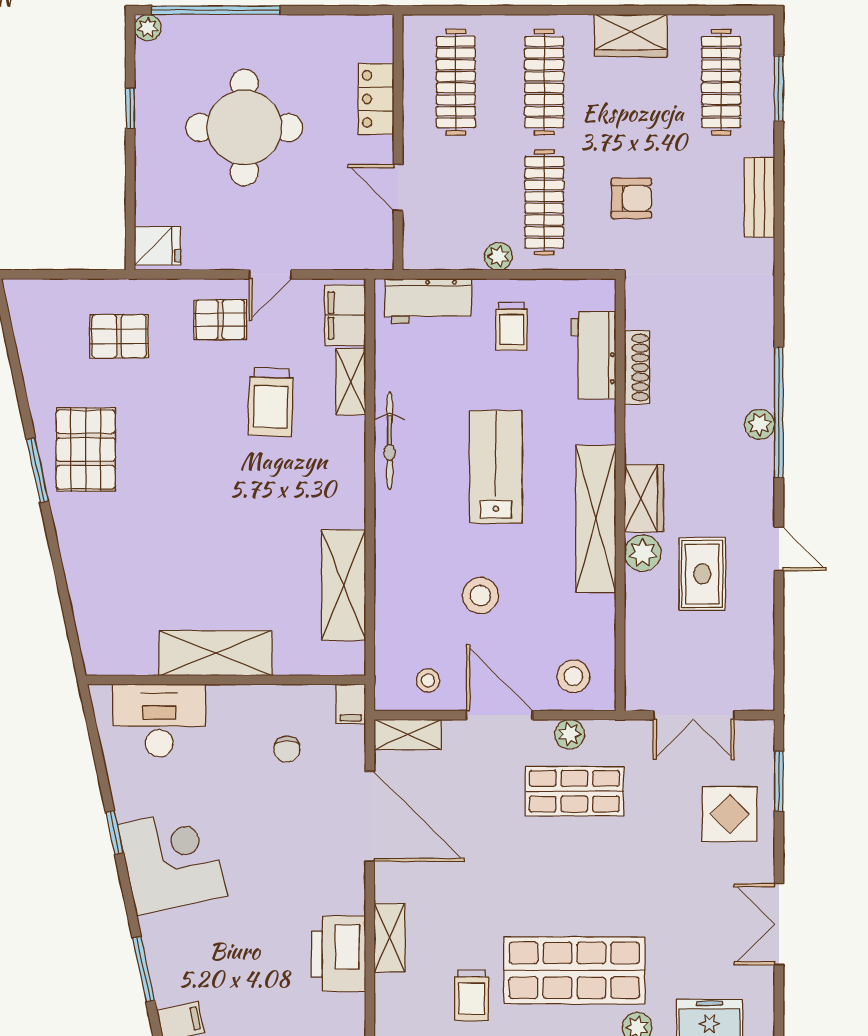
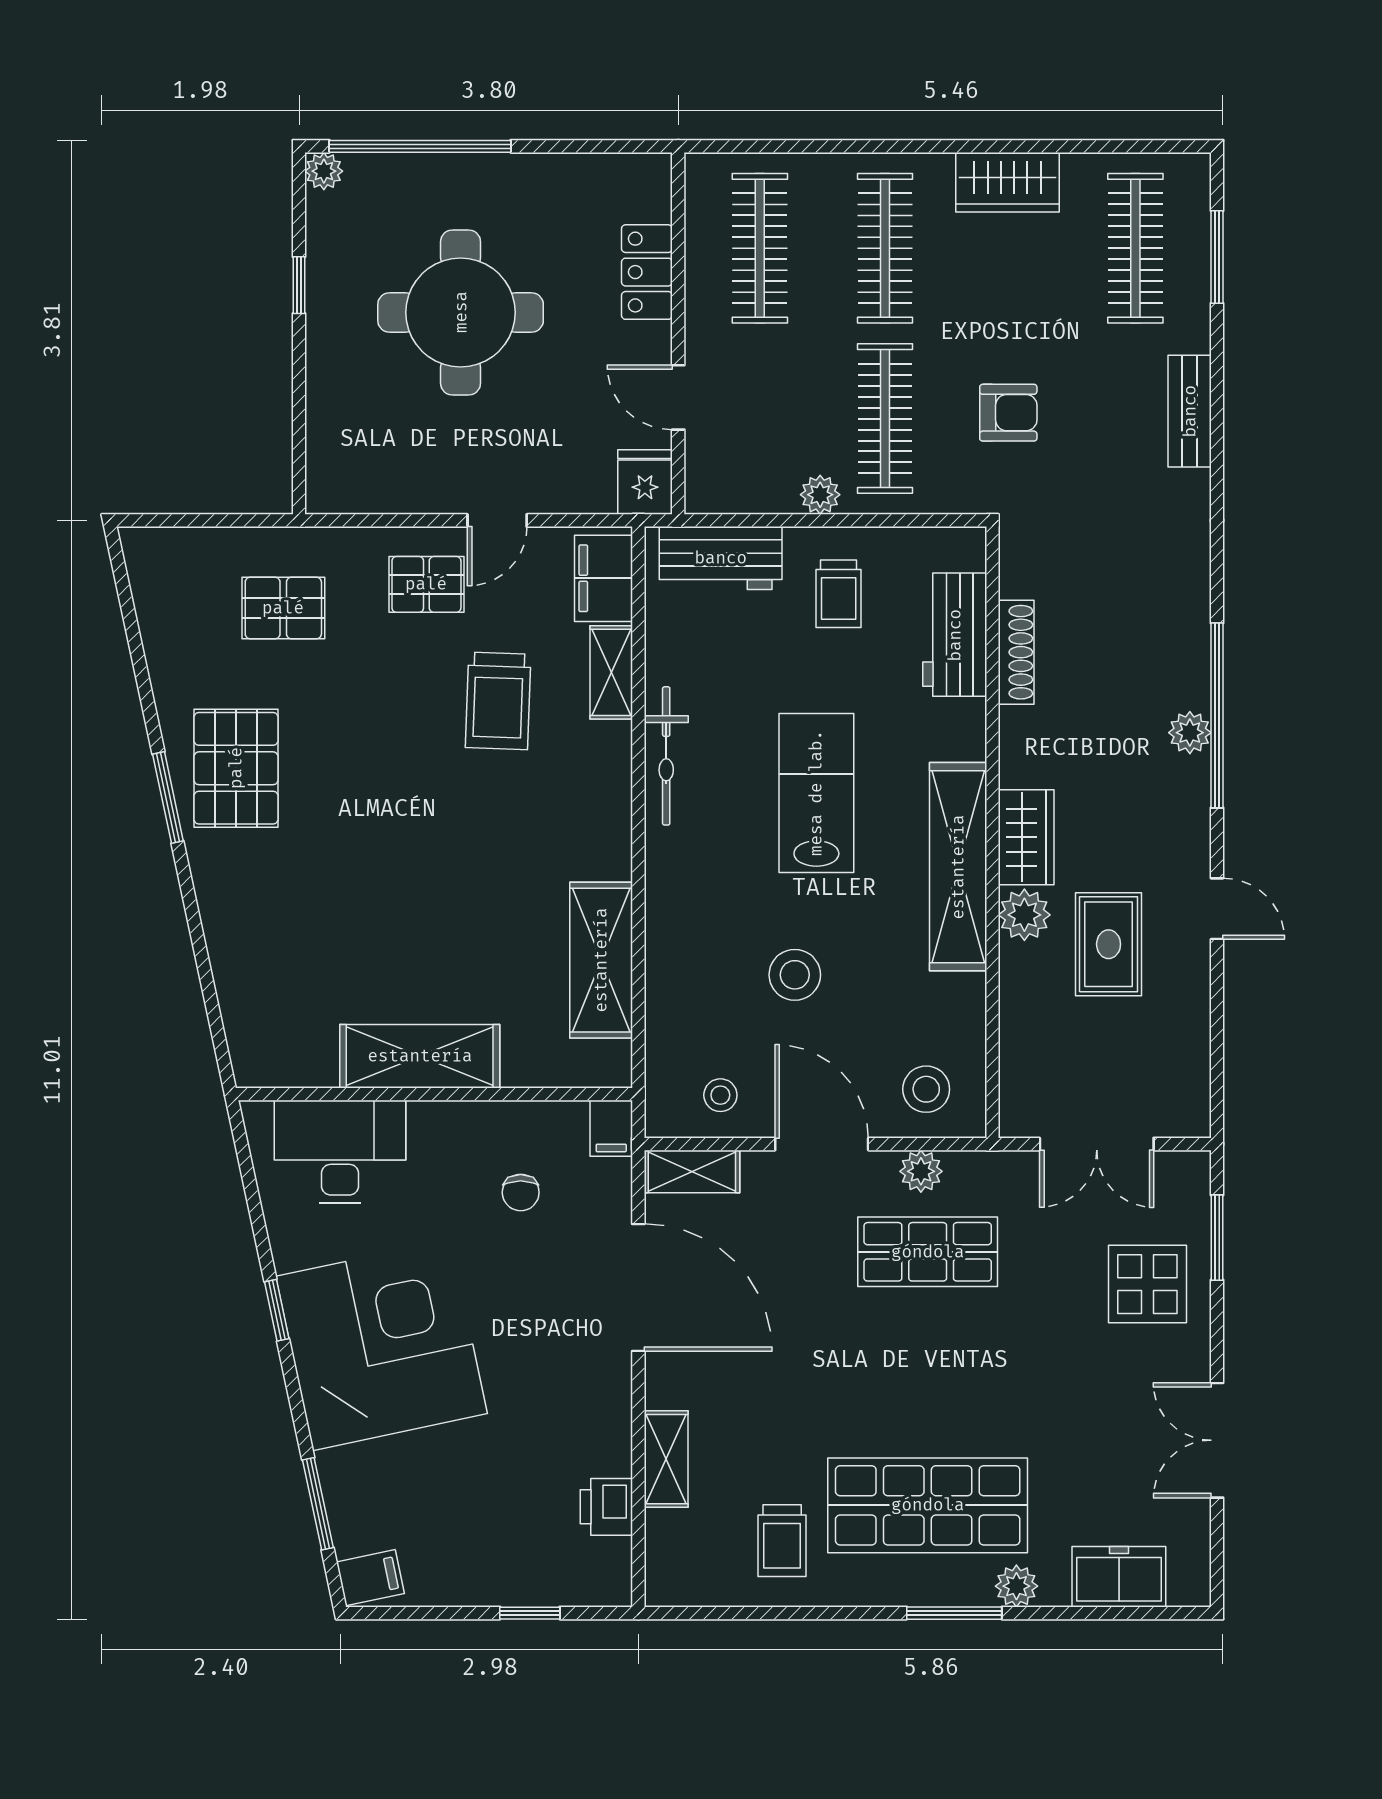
fridge: (157, 246) -> (645, 482), moved, turned -90
corner desk: (172, 860) -> (382, 1345), width x1.36, depth x1.36
printer: (339, 954) -> (606, 1507), width x0.53, depth x0.68

